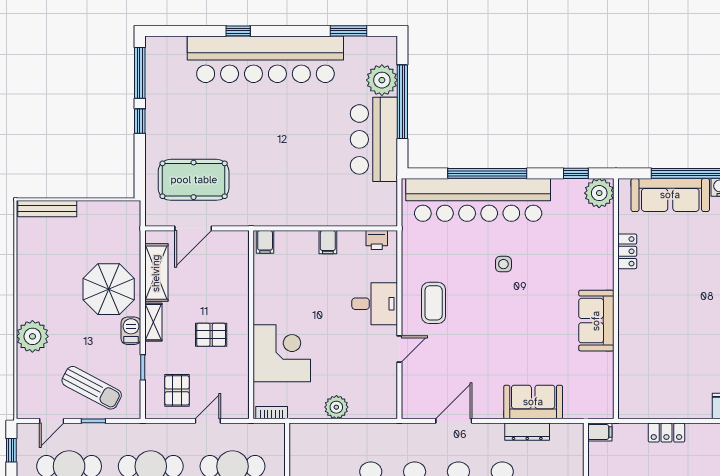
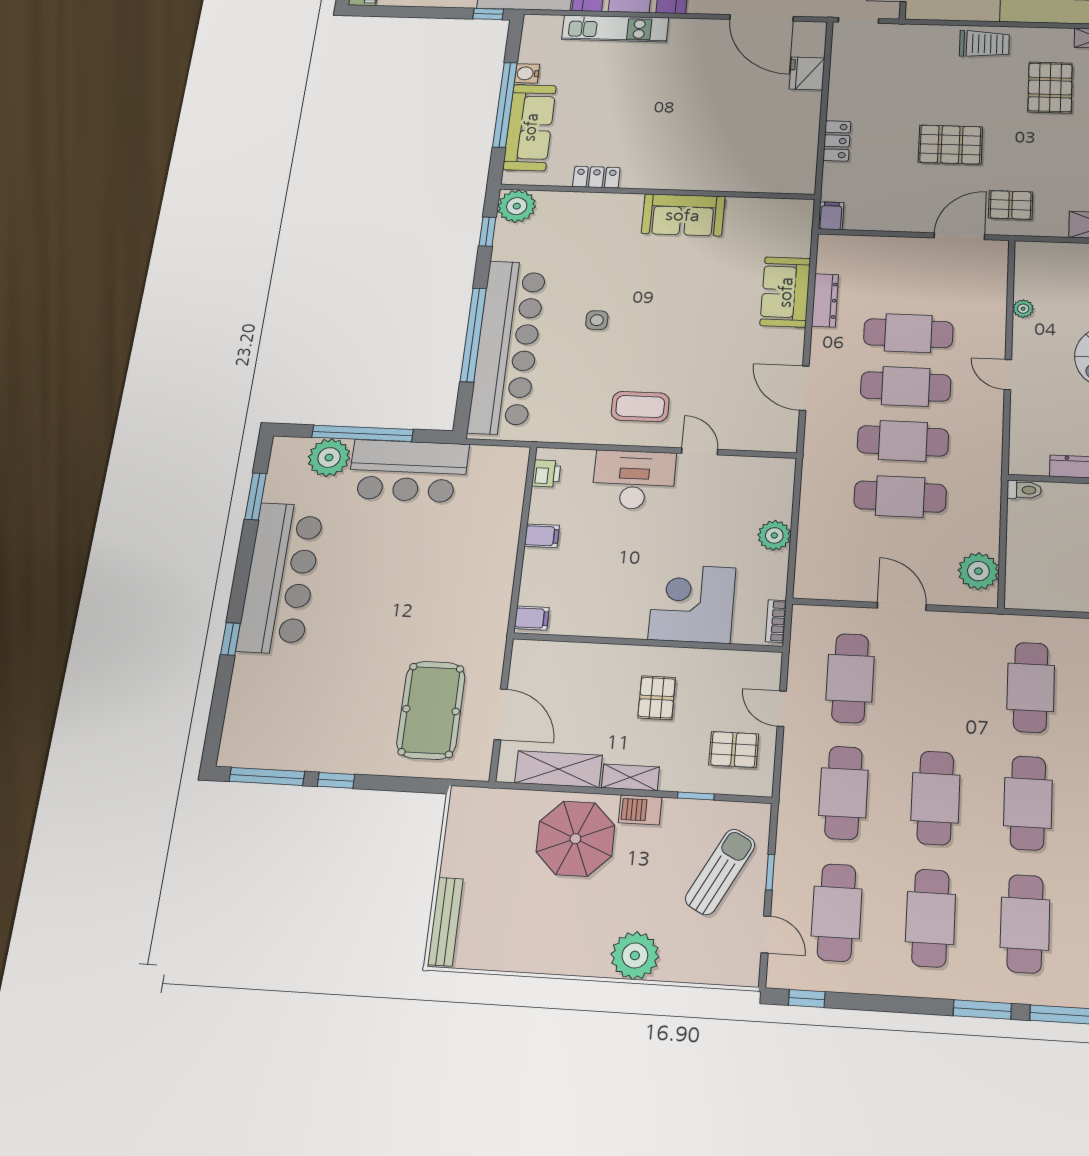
bar counter: (265, 59) -> (281, 578), width x0.73
desk: (375, 304) -> (634, 480), width x1.37

